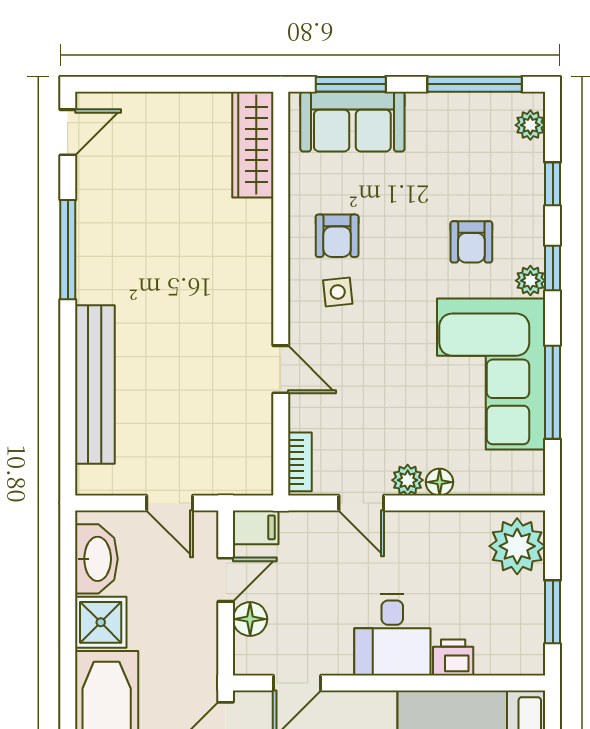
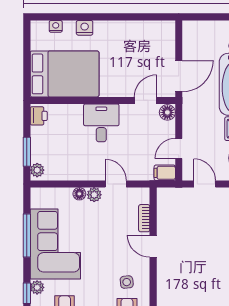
bookcase: (300, 462) -> (144, 218), moved
plant: (517, 546) -> (37, 170), width x0.53, depth x0.53
window: (553, 612) -> (27, 152), moved
floor lamp: (250, 619) -> (167, 112), moved
printer: (453, 657) -> (39, 116), moved, turned -90

